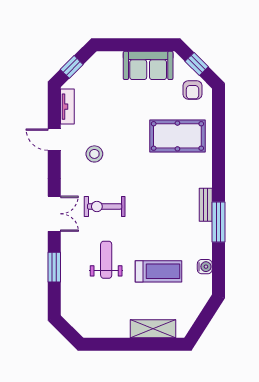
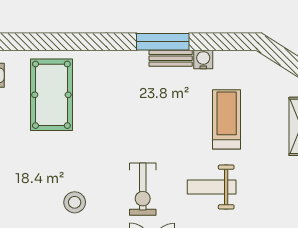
bench: (206, 205) -> (171, 58), moved
water cooler: (205, 267) -> (203, 59), moved

